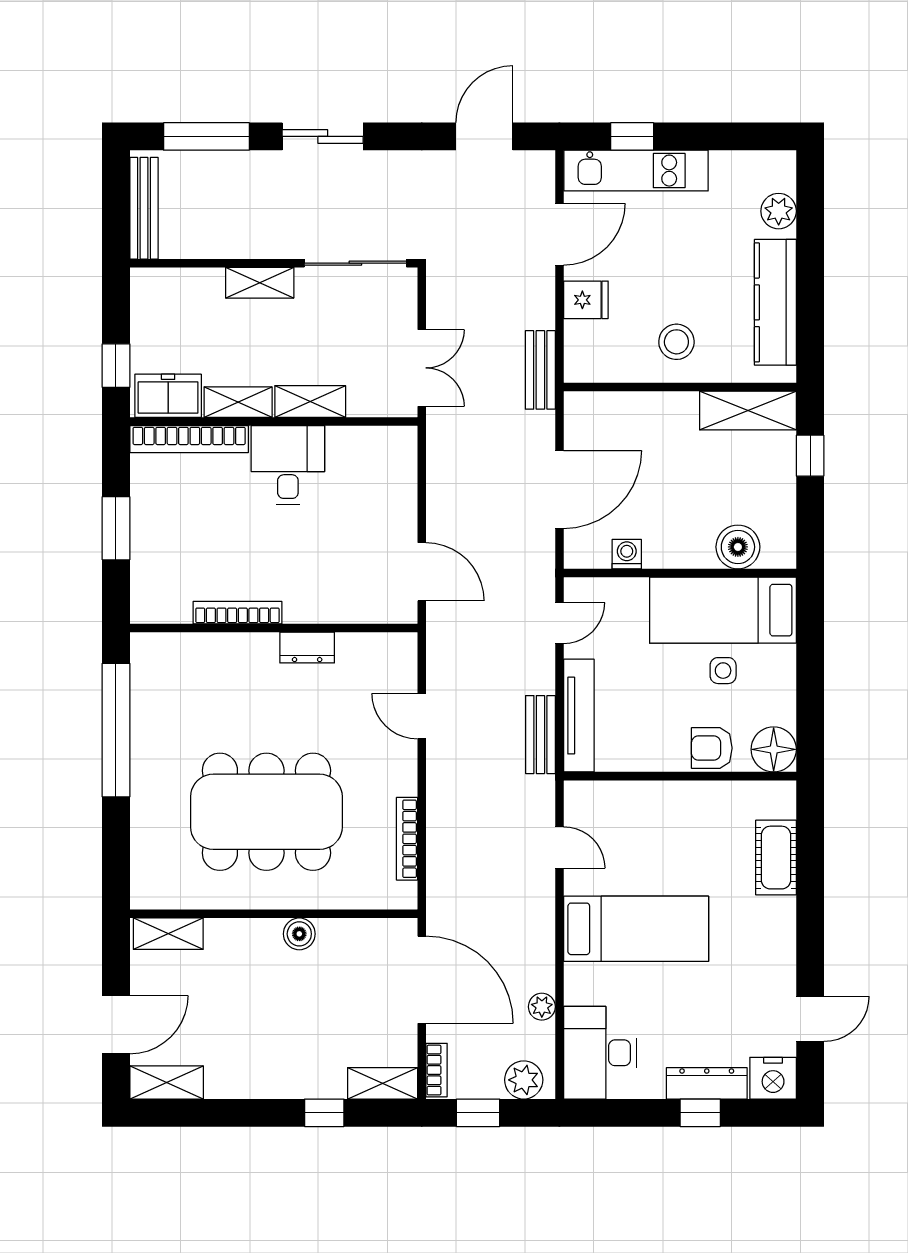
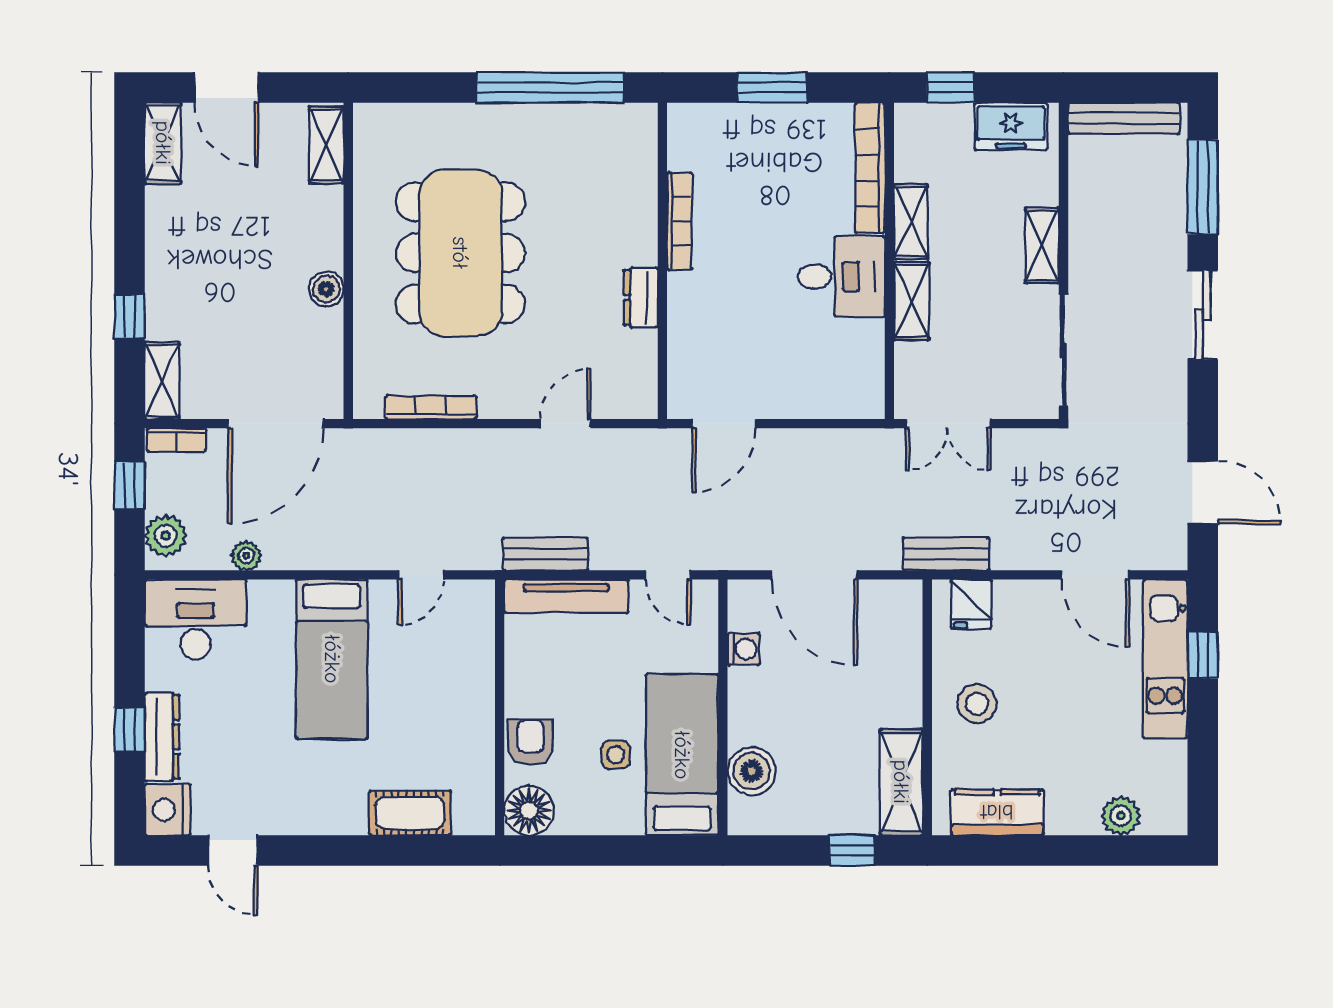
fridge: (586, 300) -> (971, 604), moved
kitchen counter: (775, 302) -> (997, 812), width x0.67
freezer: (168, 396) -> (1011, 126), moved, turned 90

